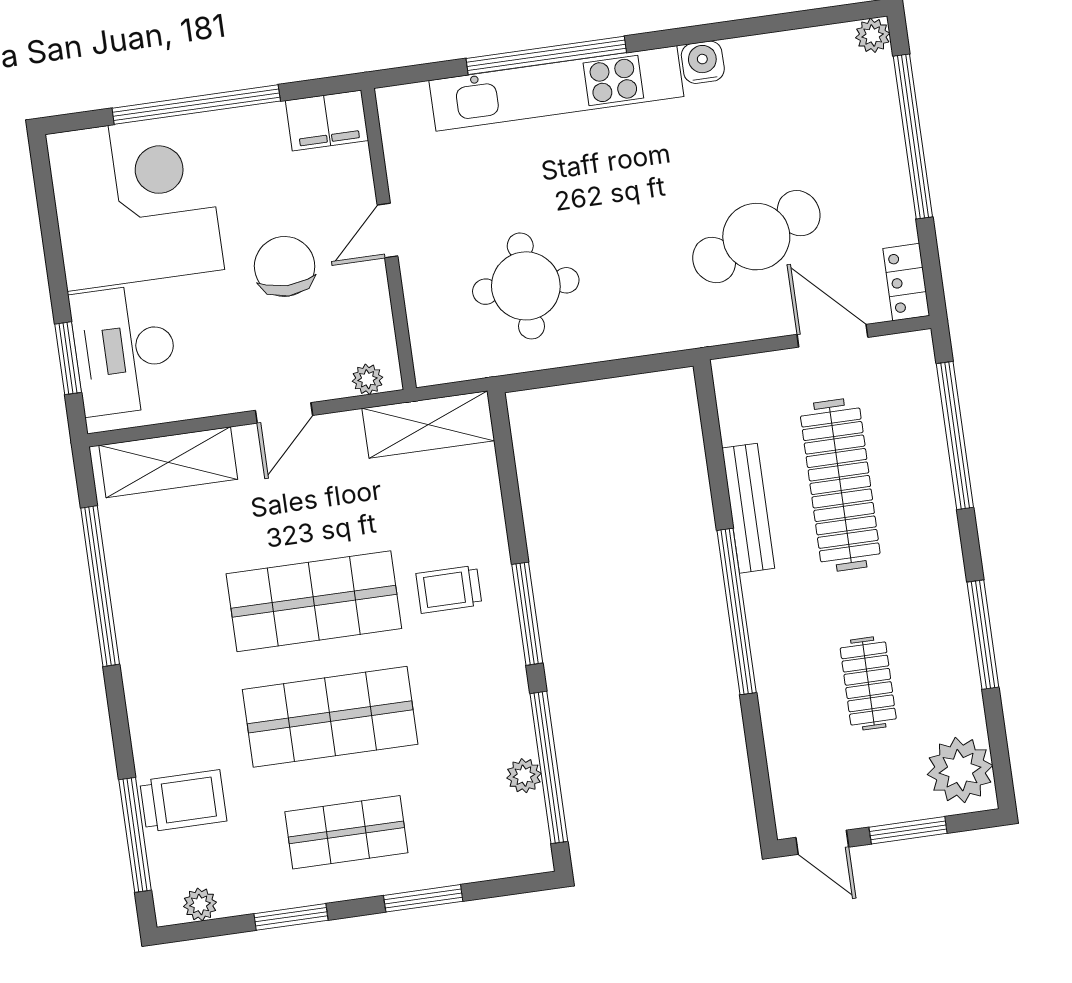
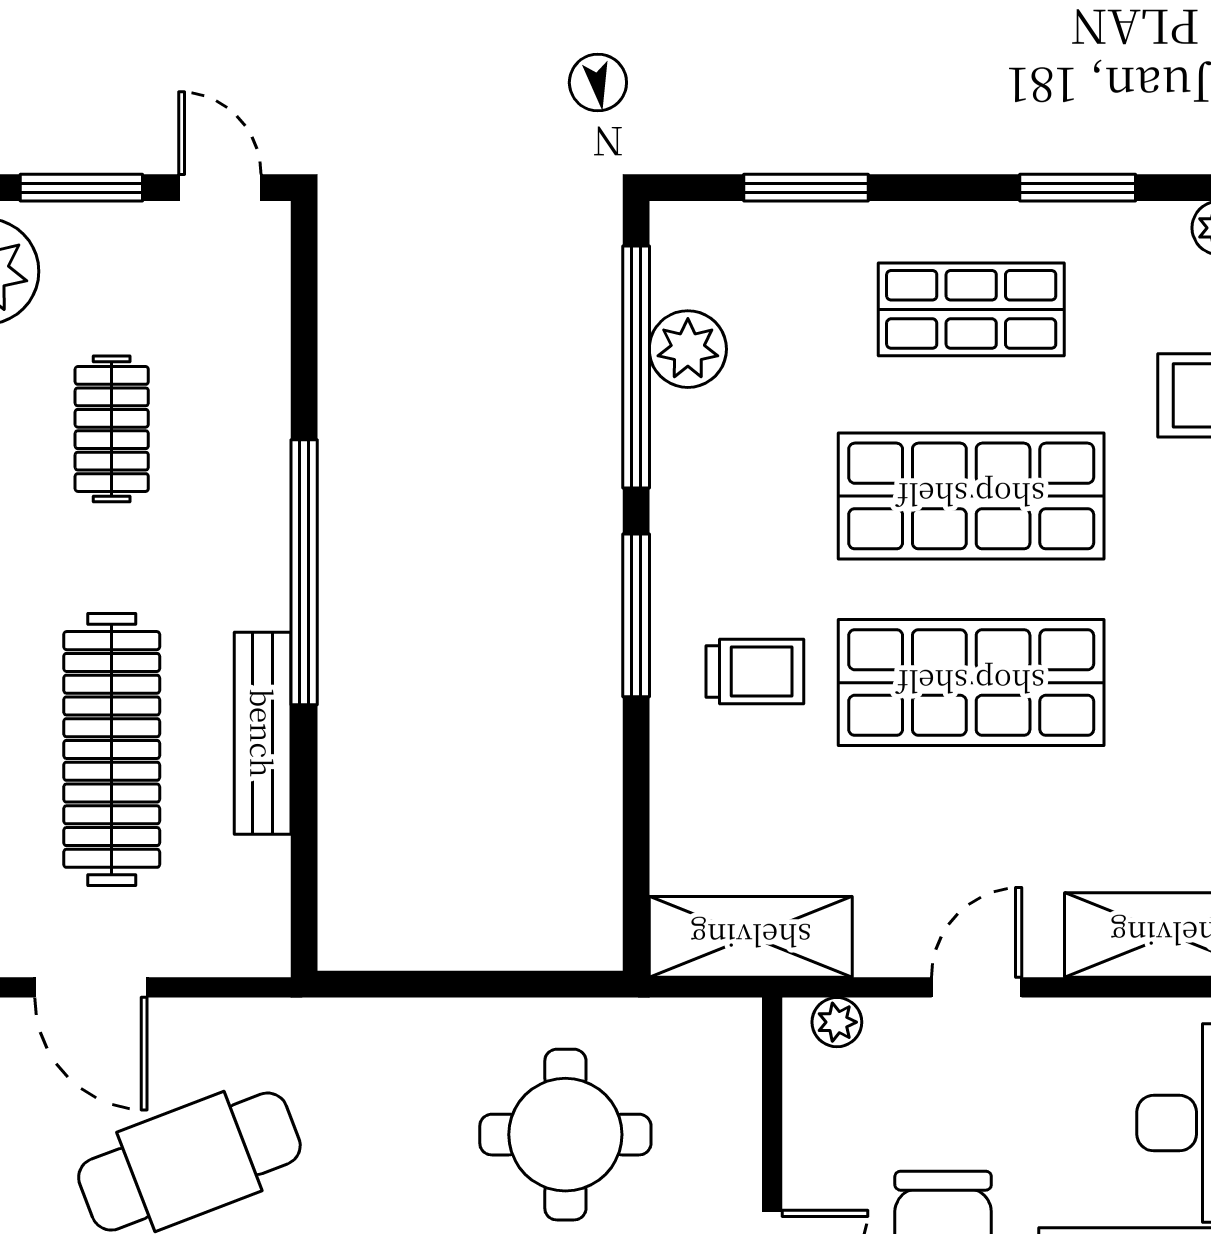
plant: (524, 776) -> (688, 349), width x1.38, depth x1.38
window: (423, 898) -> (806, 188), moved

